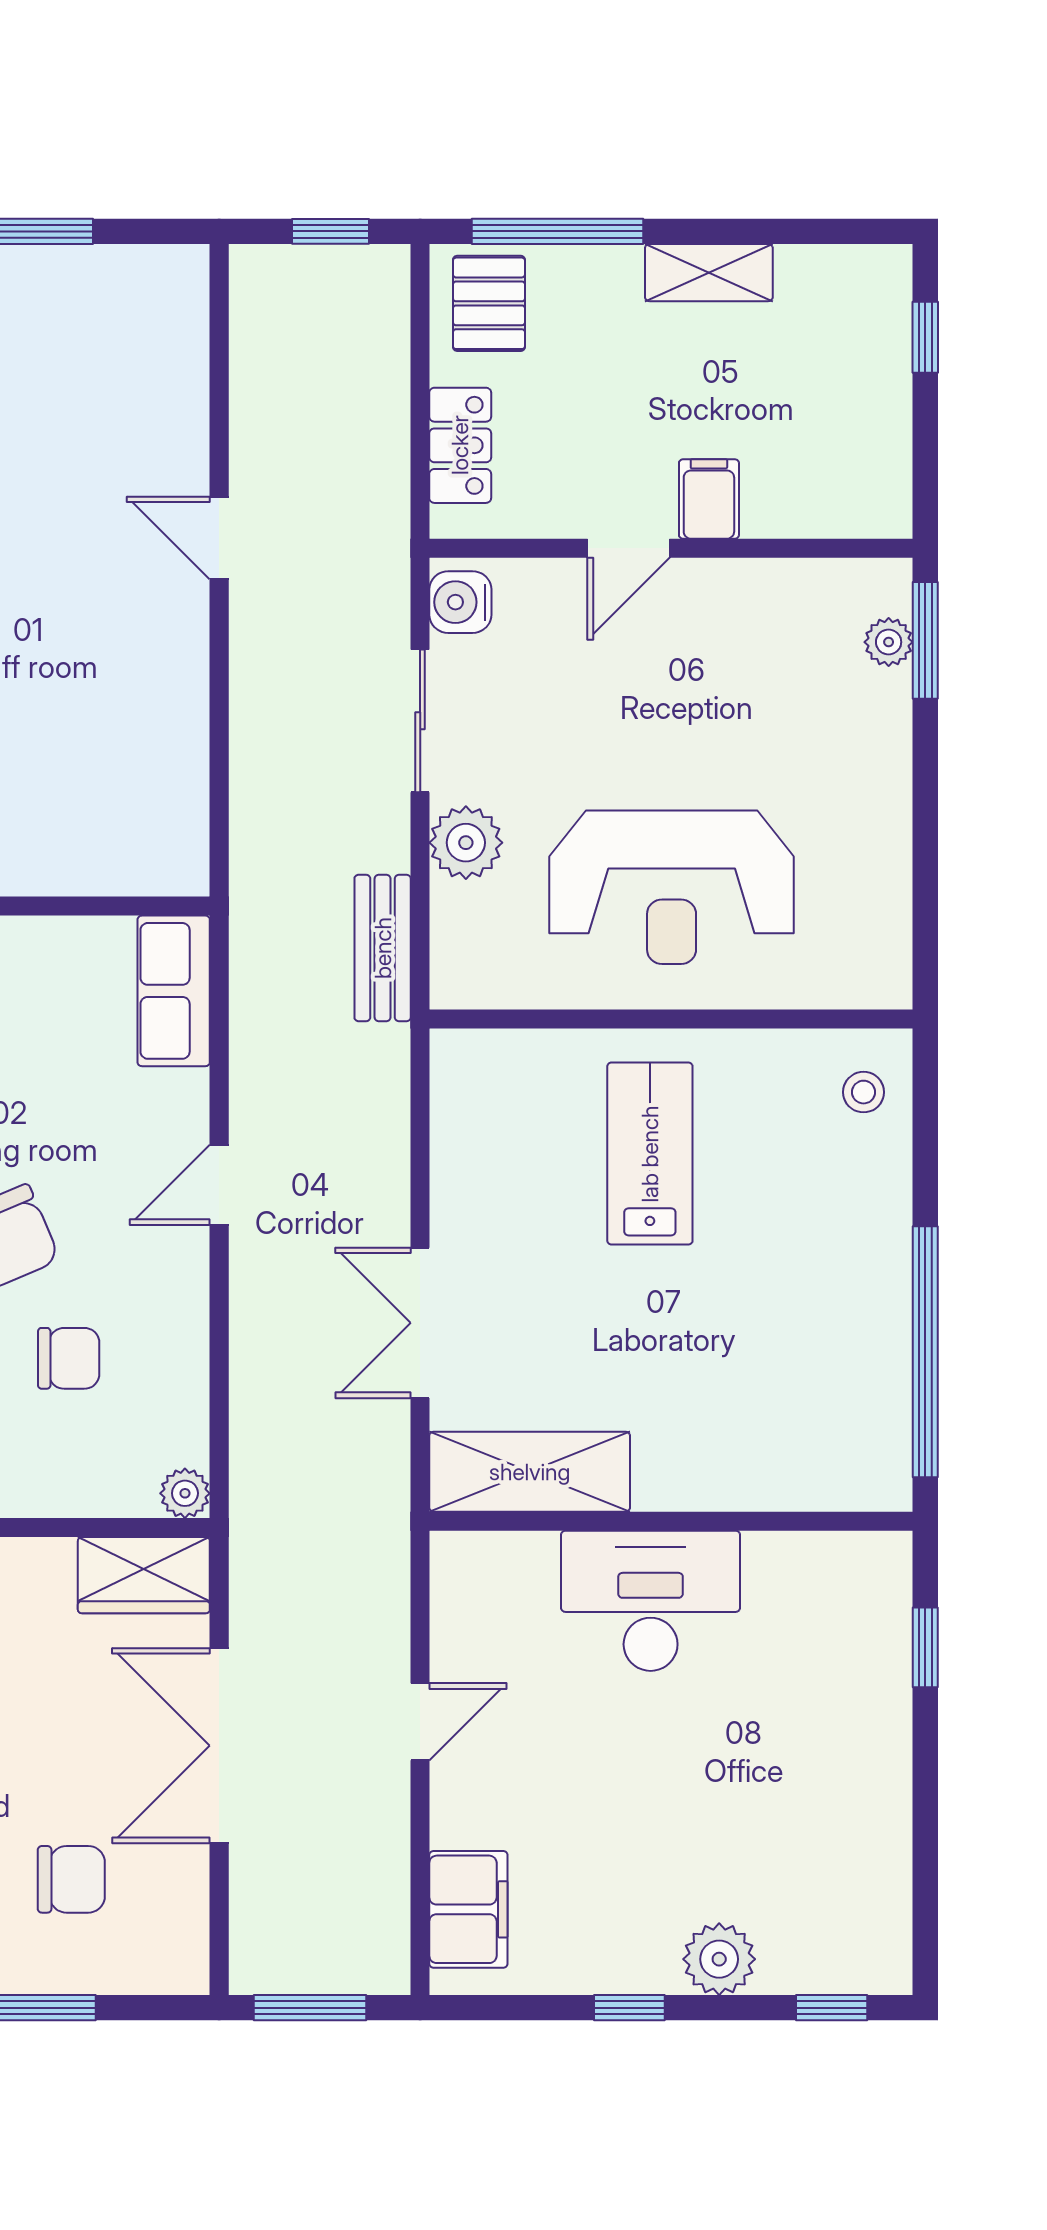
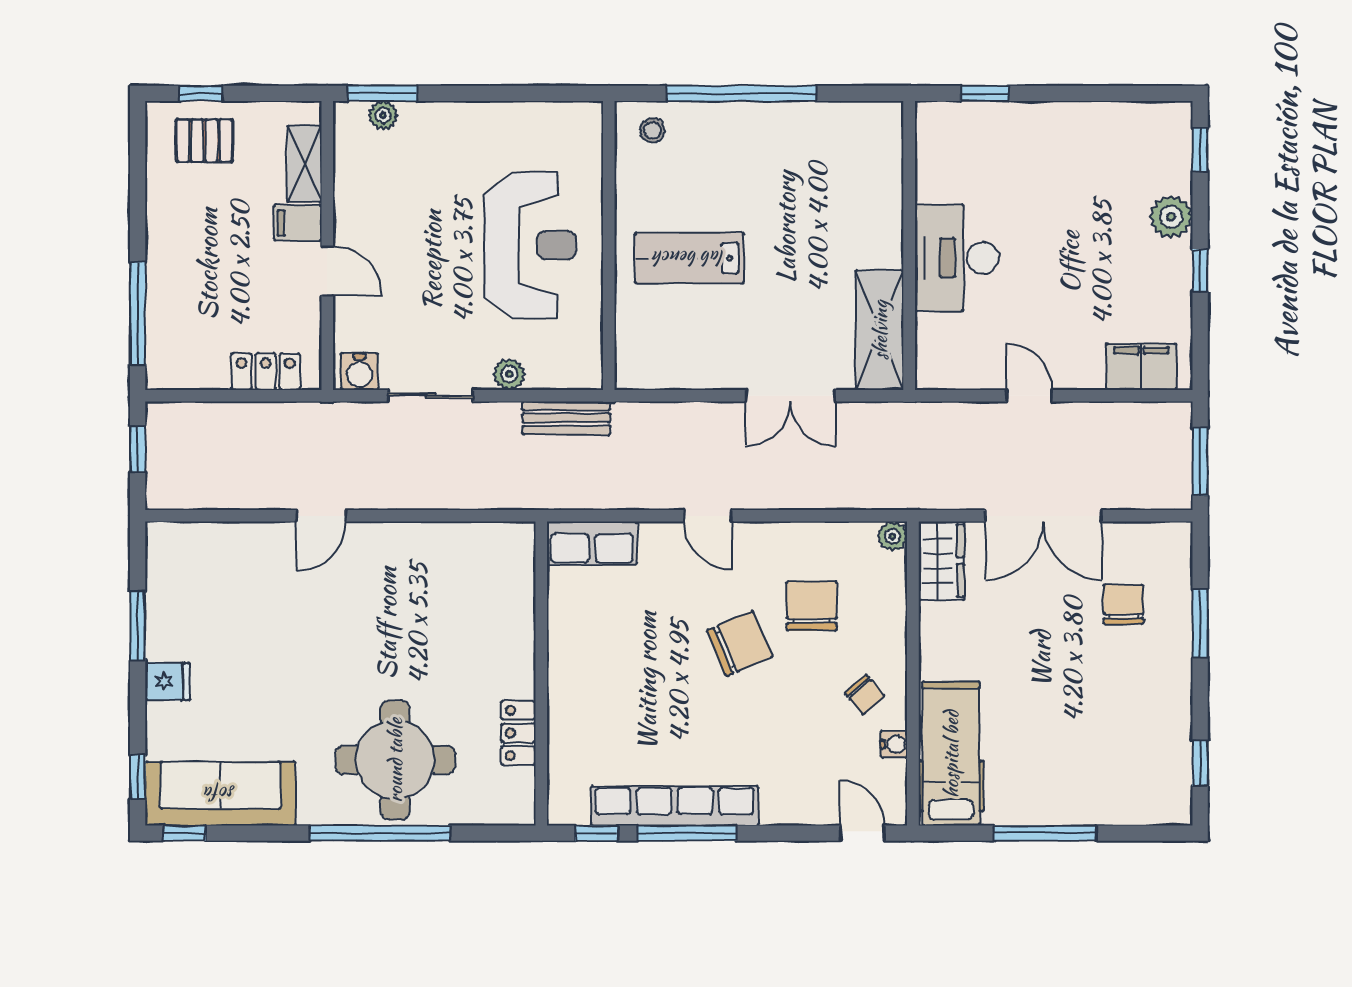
shelving: (709, 273) -> (304, 164), moved
pallet: (489, 303) -> (204, 141), moved
plant: (466, 843) -> (509, 374), width x0.73, depth x0.73
window: (925, 1352) -> (742, 93), moved
chair: (69, 1358) -> (812, 606), width x1.37, depth x1.37

